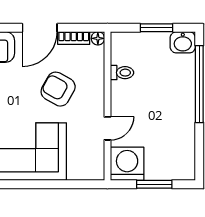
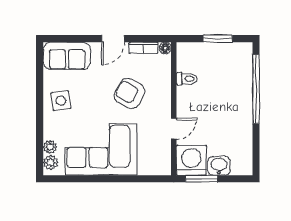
door: (40, 28) -> (113, 39), width x0.73
washbasin: (183, 42) -> (219, 166), moved, turned 180
window: (154, 184) -> (202, 179), moved

